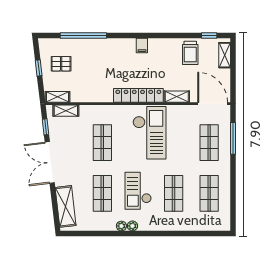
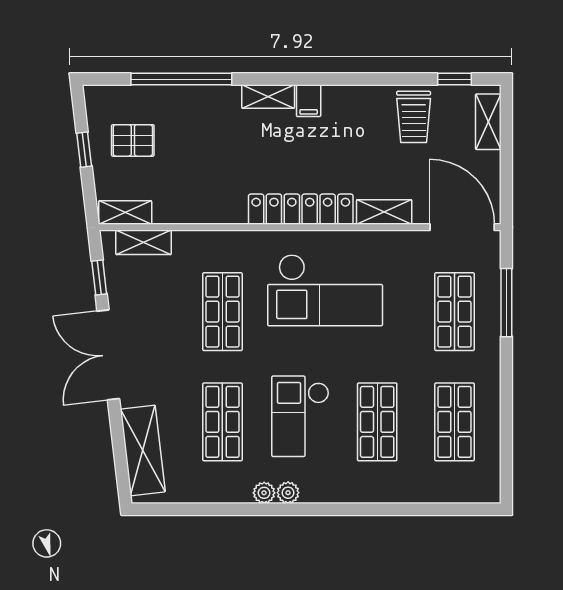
shelving: (123, 43) -> (268, 96), added
checkout: (150, 133) -> (325, 290), turned 90

